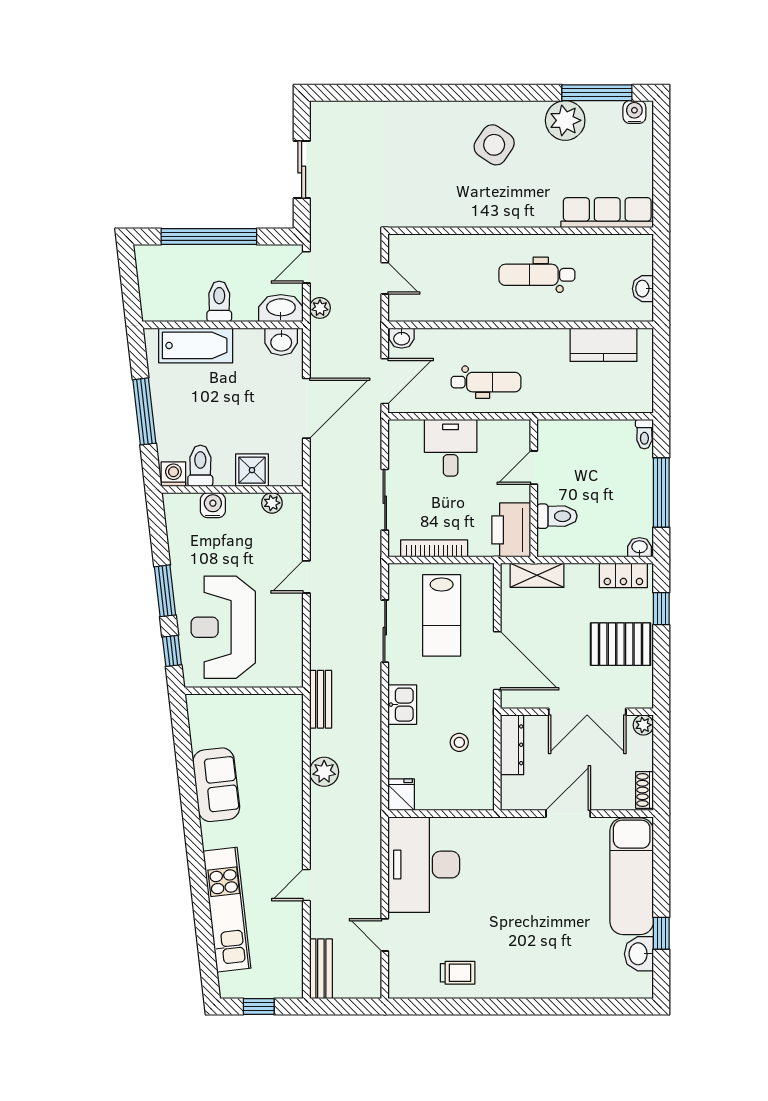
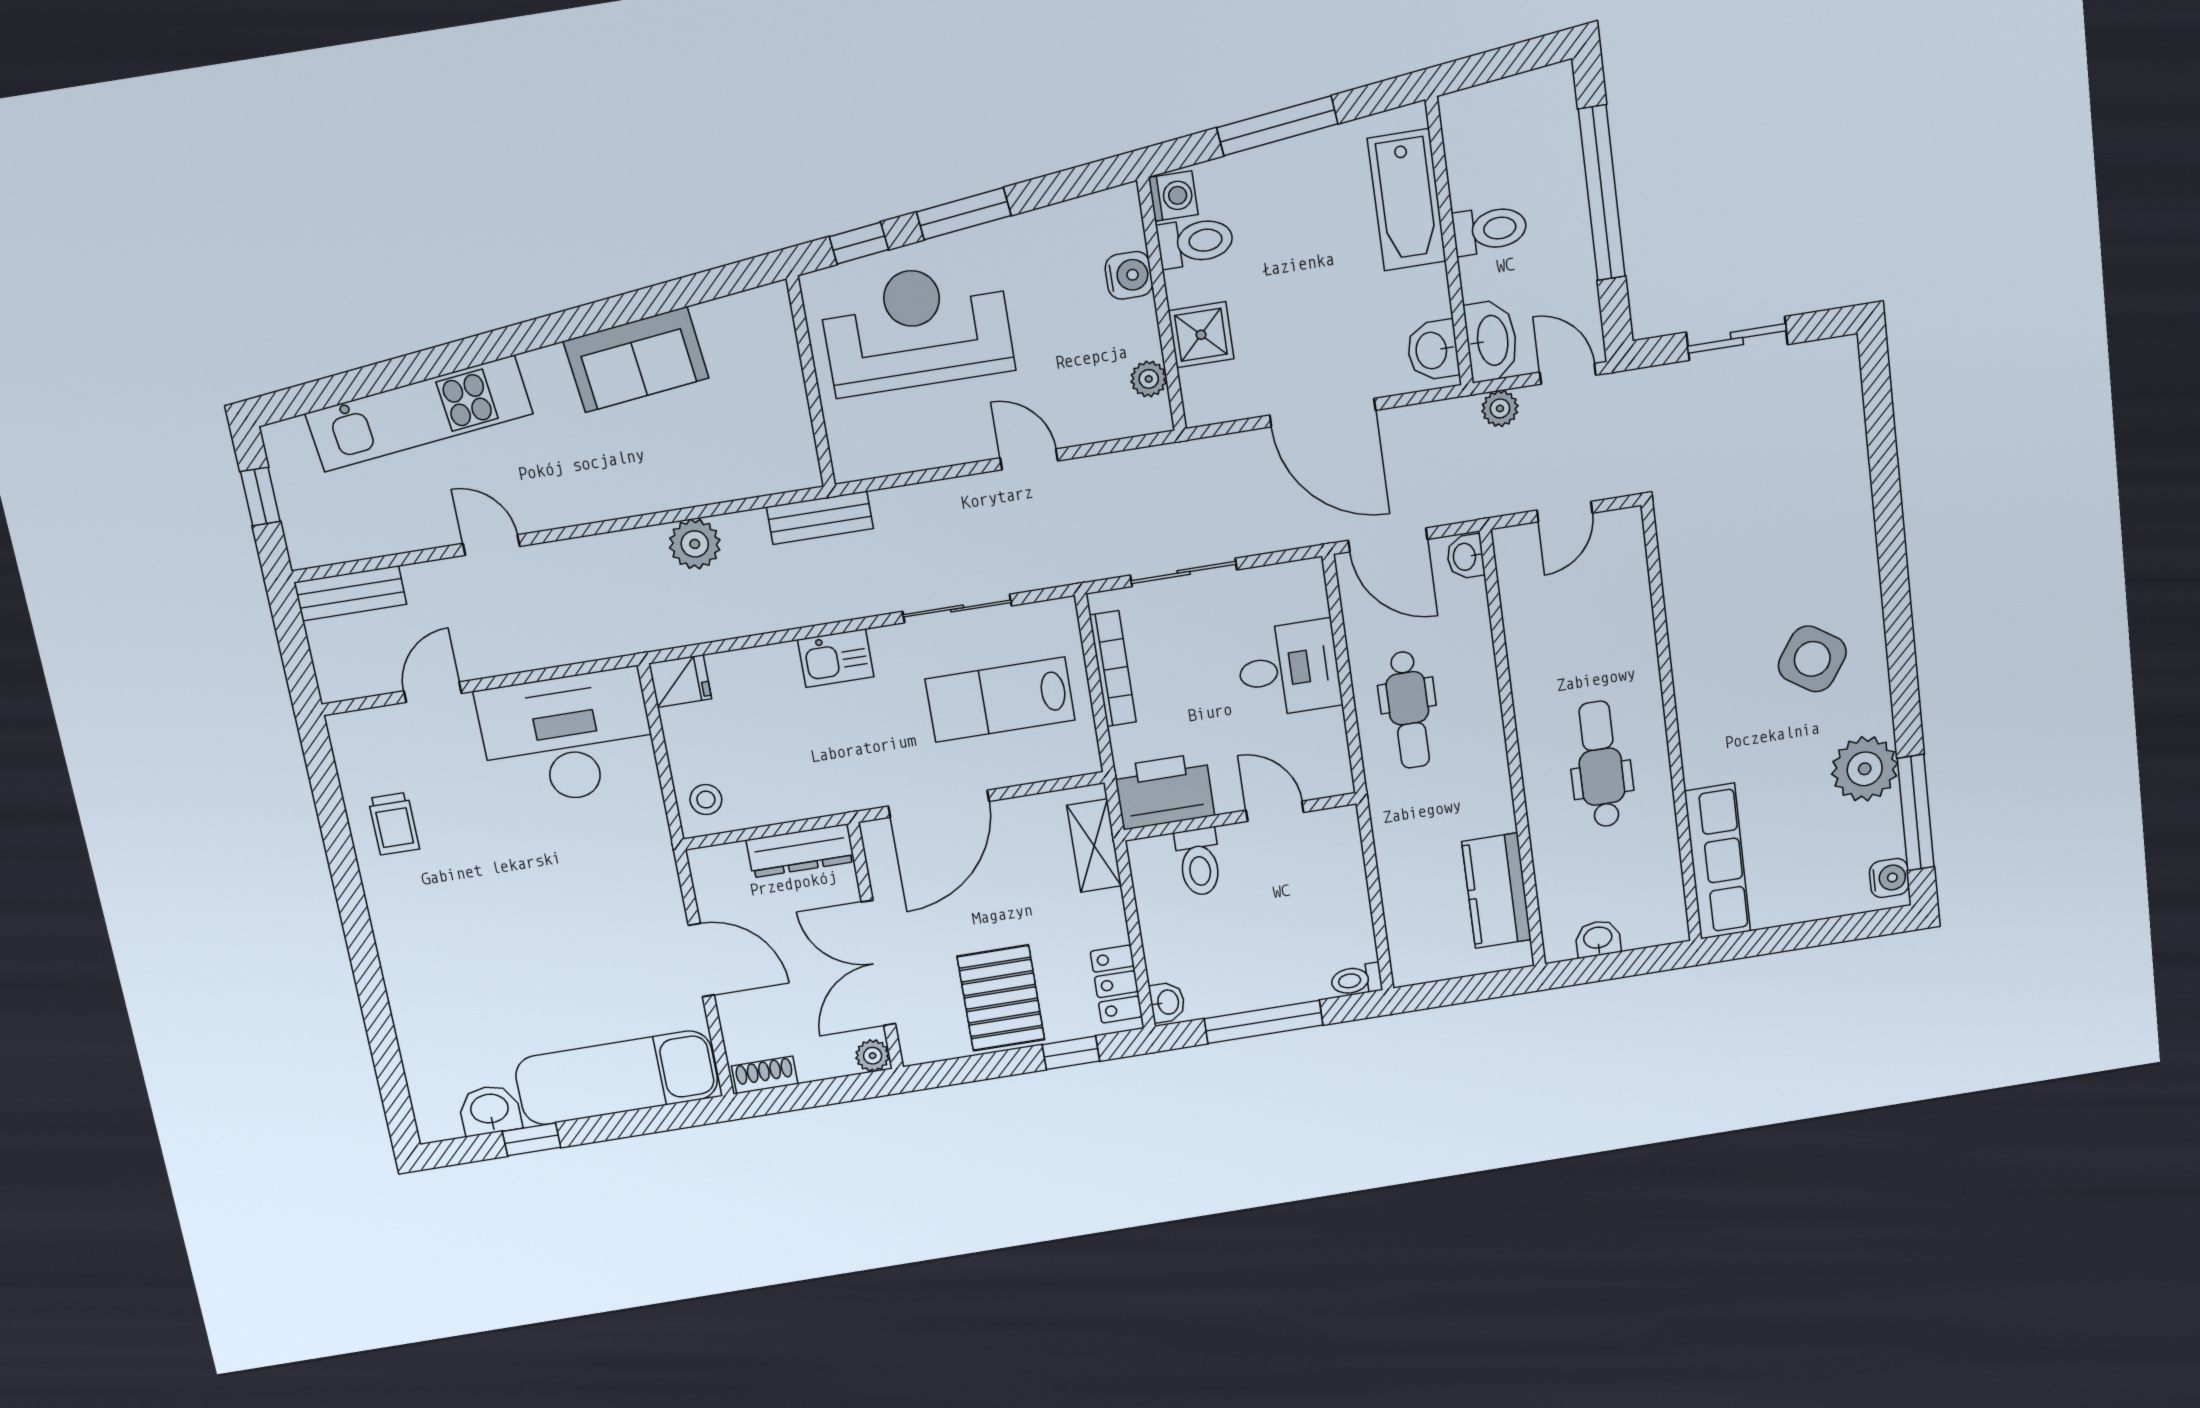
stool: (459, 742) -> (706, 800), moved

